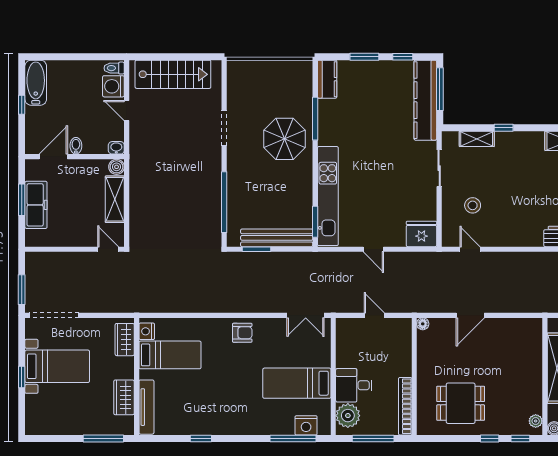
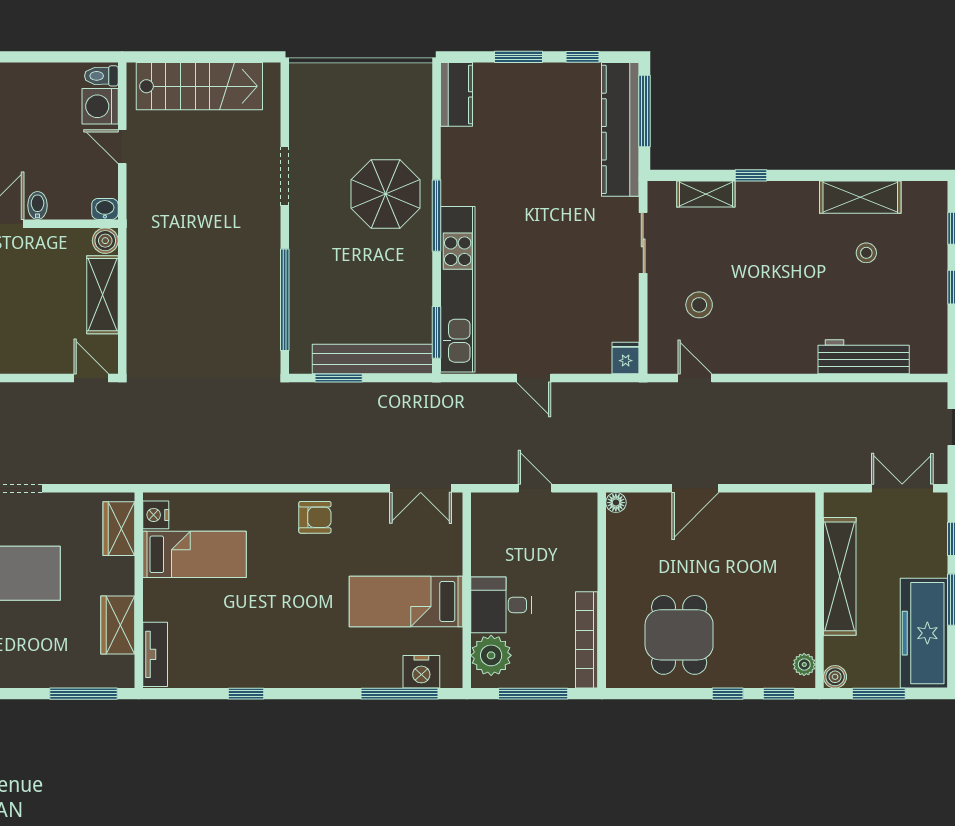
window: (315, 119) -> (436, 216), moved
fridge: (421, 234) -> (626, 358), width x0.53, depth x0.75
dining table: (461, 403) -> (679, 635), turned 90
tv unit: (146, 407) -> (155, 654), width x0.71

